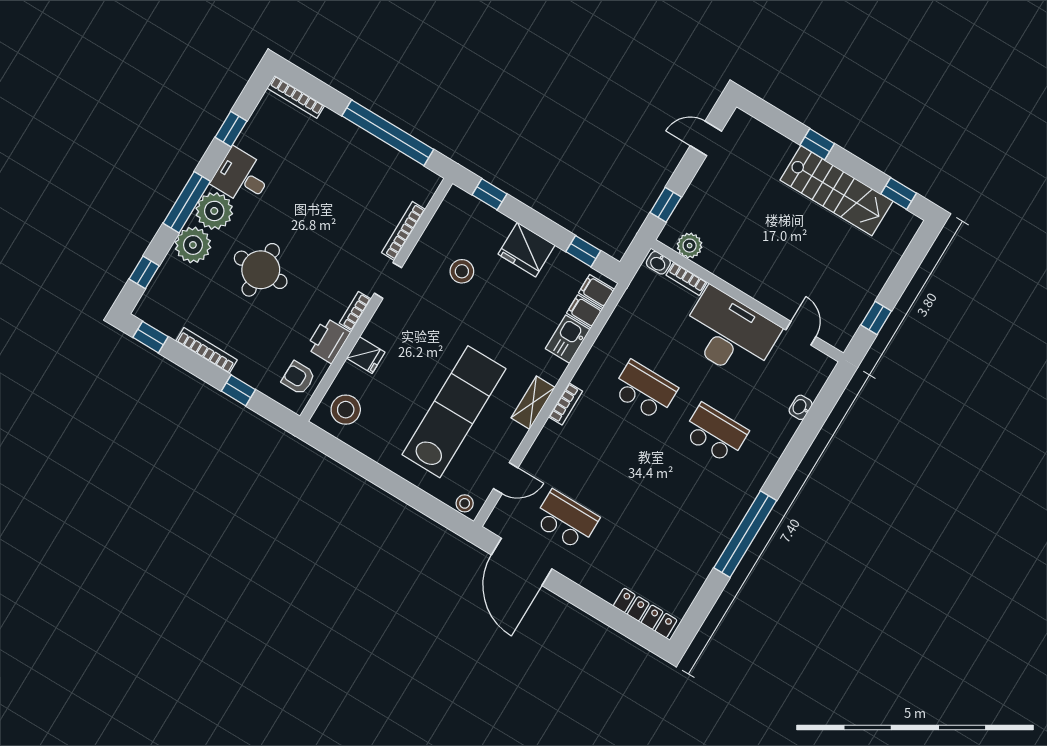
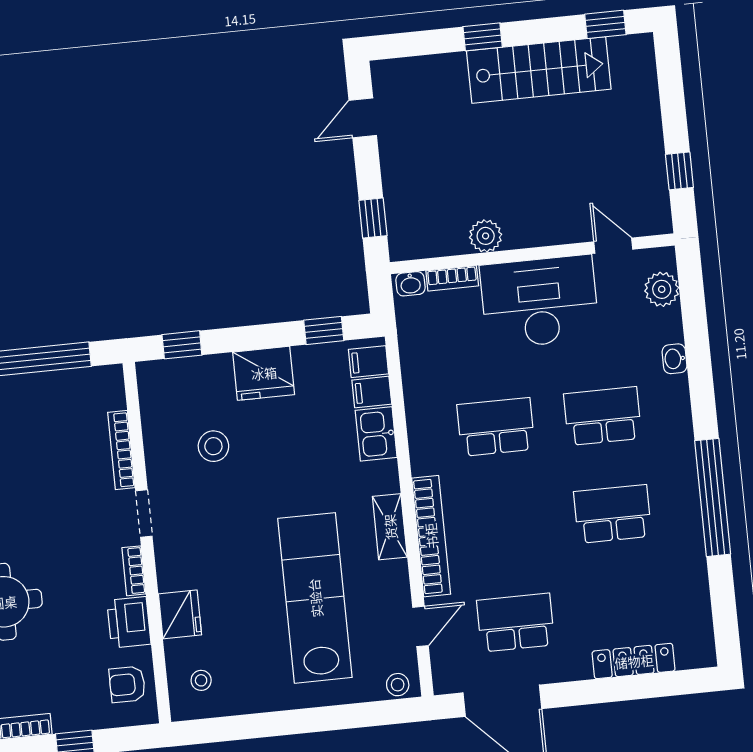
plant: (690, 246) -> (486, 236), moved
fridge: (366, 355) -> (180, 614), width x1.38
plant: (810, 383) -> (662, 289), added
bookcase: (566, 404) -> (431, 536), width x2.31, depth x1.31
washbasin: (801, 407) -> (674, 359), moved
stool: (346, 410) -> (201, 680), width x0.53, depth x0.53
school desk: (676, 498) -> (613, 514), added
locker: (645, 613) -> (634, 661), moved

